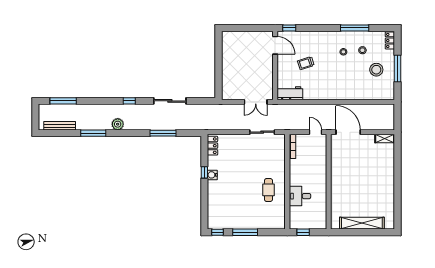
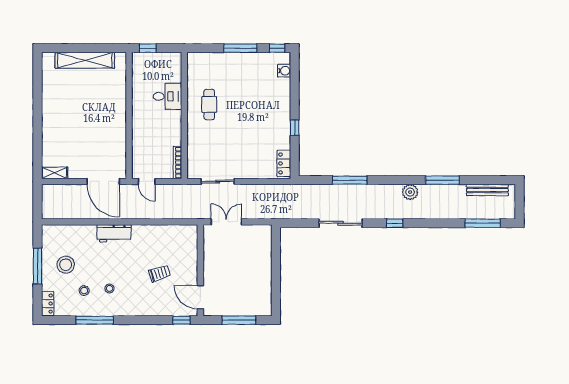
window: (246, 28) -> (239, 320), added
workbench: (290, 93) -> (114, 233), moved
water cooler: (212, 175) -> (284, 71), moved
window: (303, 232) -> (148, 48), moved

